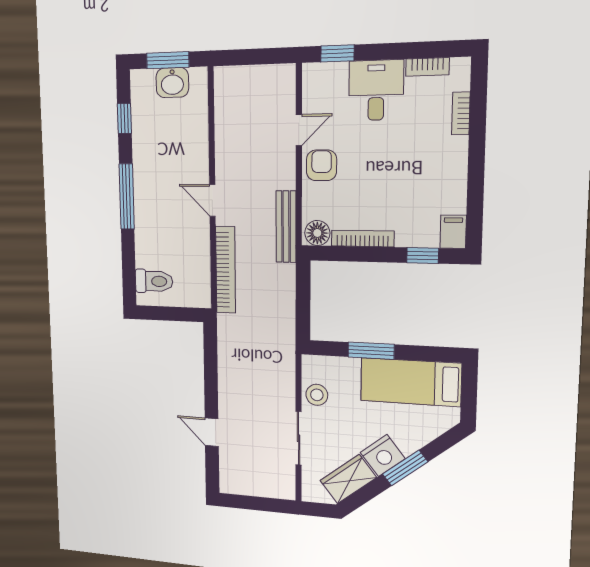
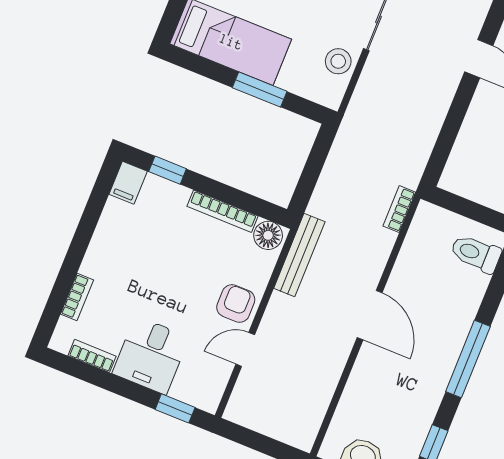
armchair: (322, 165) -> (236, 303), turned 180
door: (212, 200) -> (370, 315), width x1.38
bookcase: (226, 270) -> (399, 209), width x0.43, depth x0.76

